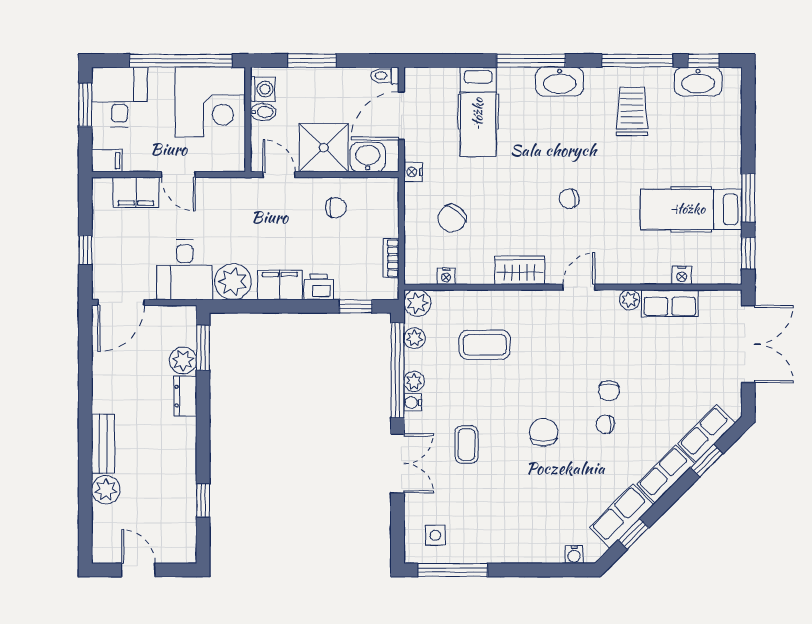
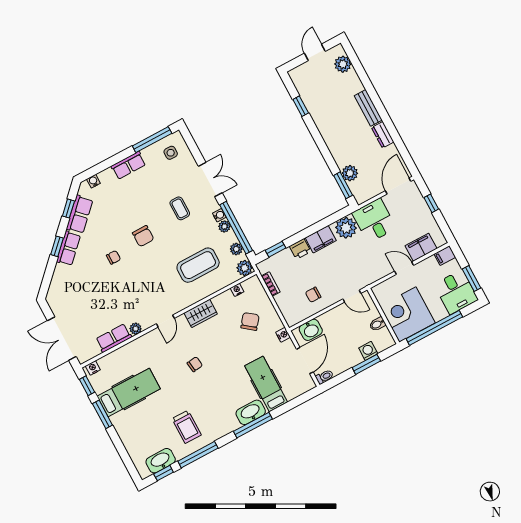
washbasin: (560, 82) -> (251, 412), moved
washing machine: (263, 89) -> (368, 351), moved, turned 90
shower: (324, 148) -> (336, 323), removed
nightstand: (682, 275) -> (93, 368), moved
coffee table: (485, 345) -> (198, 265), width x1.36, depth x1.32
chair: (609, 391) -> (121, 276), removed
dresser: (185, 396) -> (383, 135), moved, turned 180
row of seats: (706, 433) -> (128, 165), moved, turned 45
window: (707, 461) -> (57, 246), moved
double door: (398, 463) -> (210, 179), swing flipped
plant: (106, 490) -> (343, 64), moved
door: (138, 570) -> (315, 52), swing flipped

